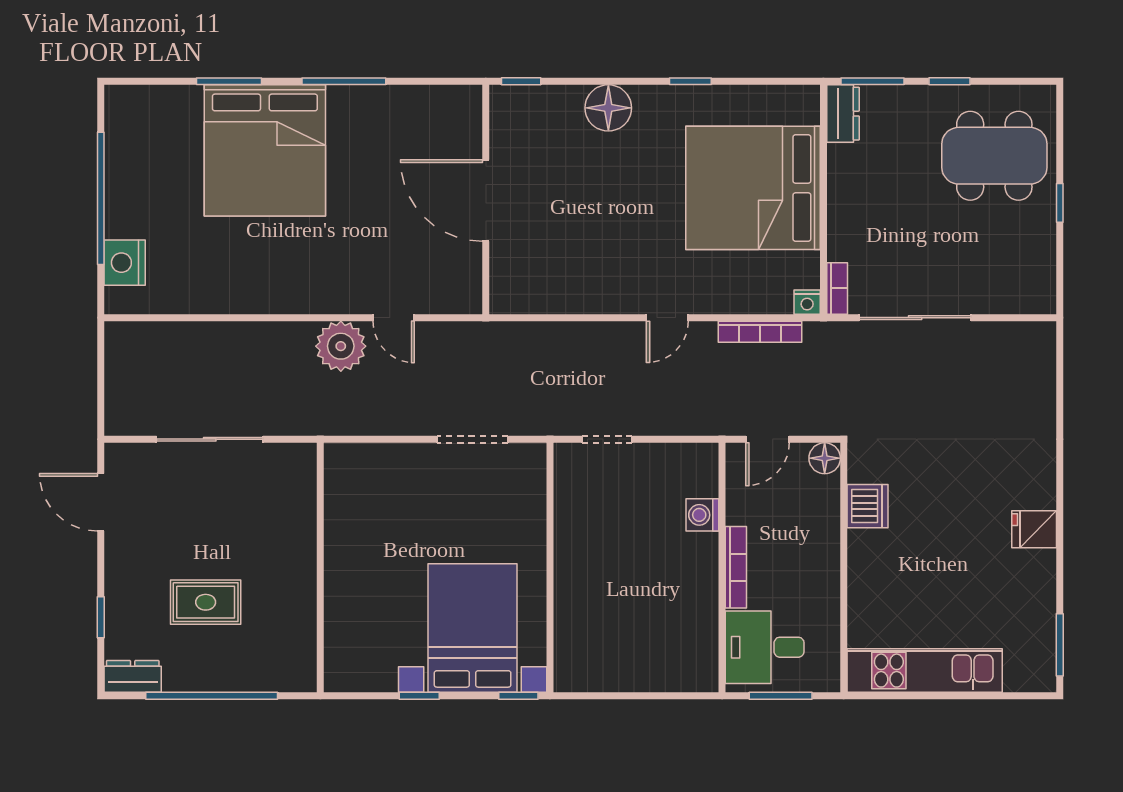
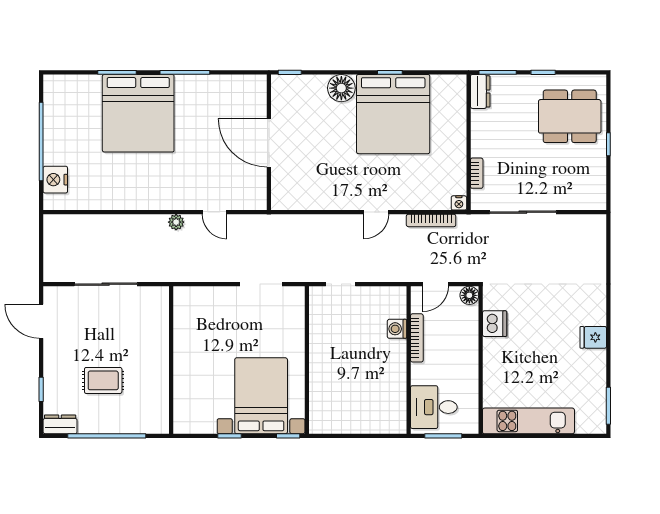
bed: (753, 188) -> (393, 114), moved, turned -90
bookcase: (837, 288) -> (477, 173), moved
plant: (341, 346) -> (176, 222), width x0.53, depth x0.53
bookcase: (736, 567) -> (417, 338), moved

